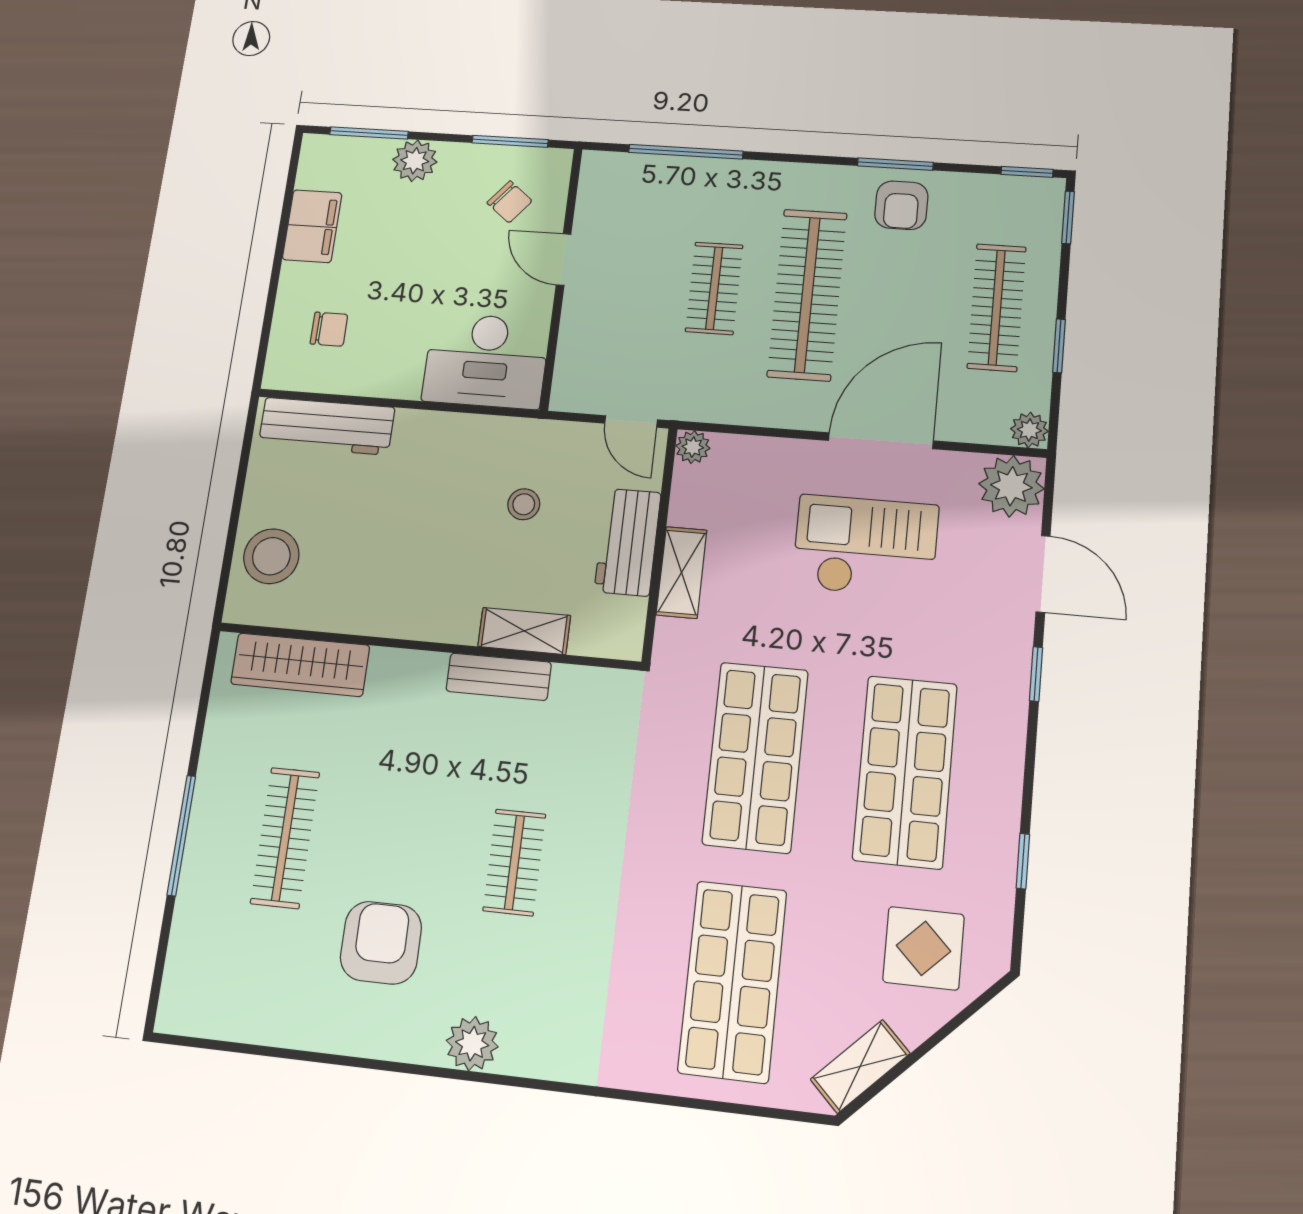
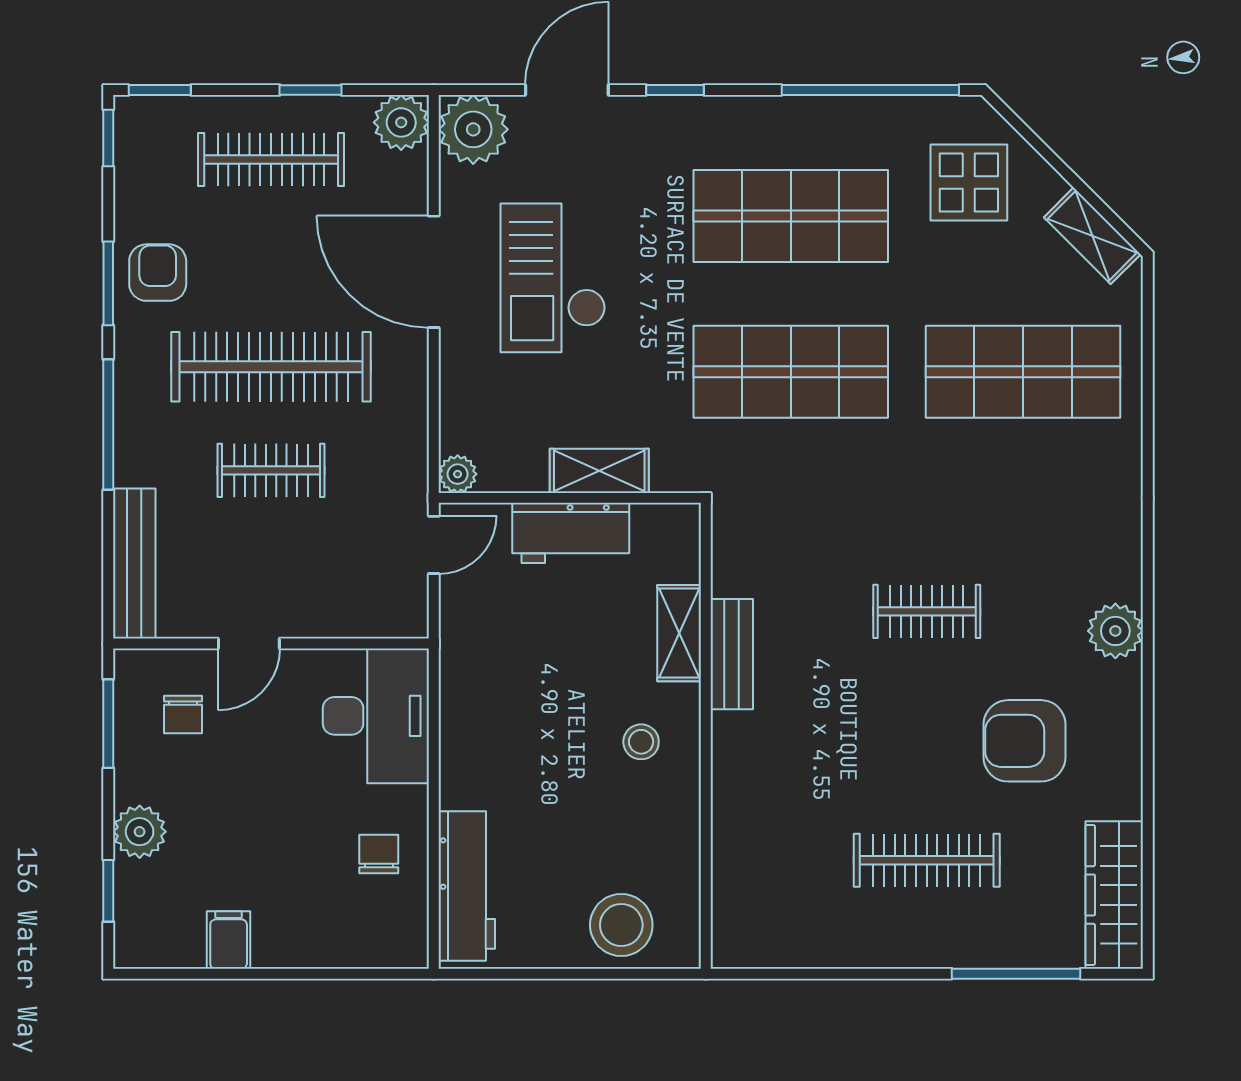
window: (369, 133) -> (108, 891), width x0.67
window: (686, 152) -> (108, 424), moved
bench: (645, 170) -> (134, 563), added
chair: (510, 202) -> (183, 714), turned 141
armchair: (901, 205) -> (158, 273), turned -90
filing cabinet: (312, 226) -> (229, 940), width x0.50
chair: (329, 329) -> (379, 854), moved
plant: (1029, 430) -> (401, 122), width x1.38, depth x1.38
stool: (524, 504) -> (641, 742), moved
wardrobe: (300, 665) -> (1114, 895), moved, turned 180
window: (181, 835) -> (1016, 974), moved
window: (1023, 861) -> (870, 90), width x3.17

